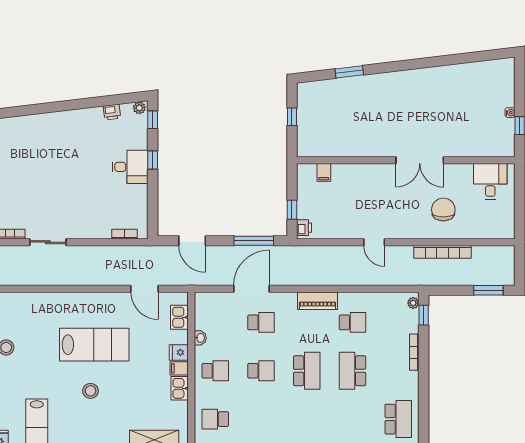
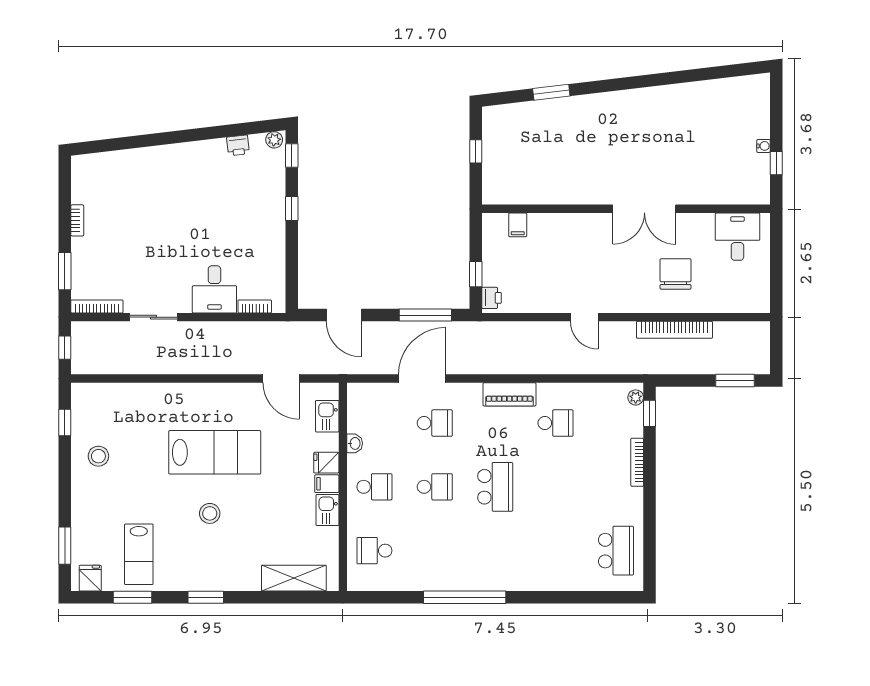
desk: (130, 167) -> (214, 289), moved, turned 90
school desk: (352, 371) -> (556, 487), removed

